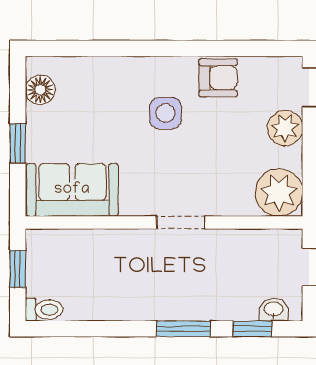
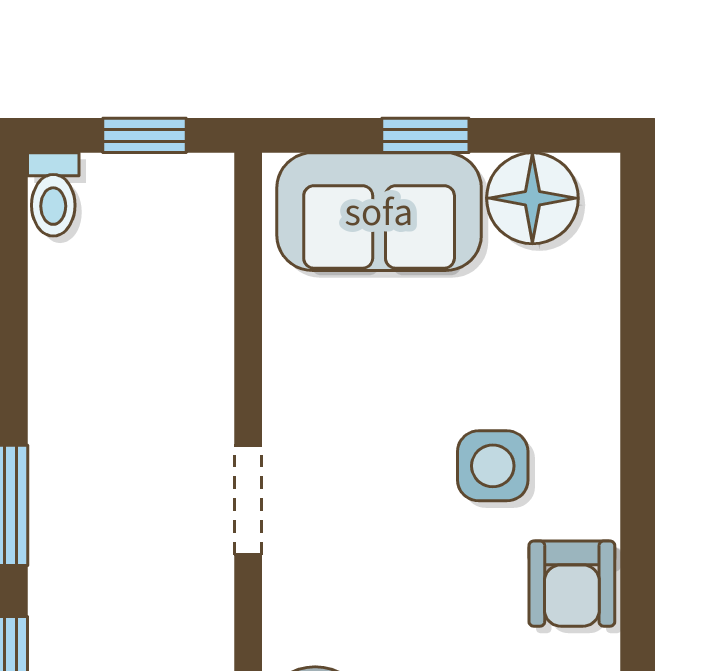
floor lamp: (40, 90) -> (532, 198), width x1.38, depth x1.38
sofa: (72, 190) -> (379, 212), moved, turned 90

